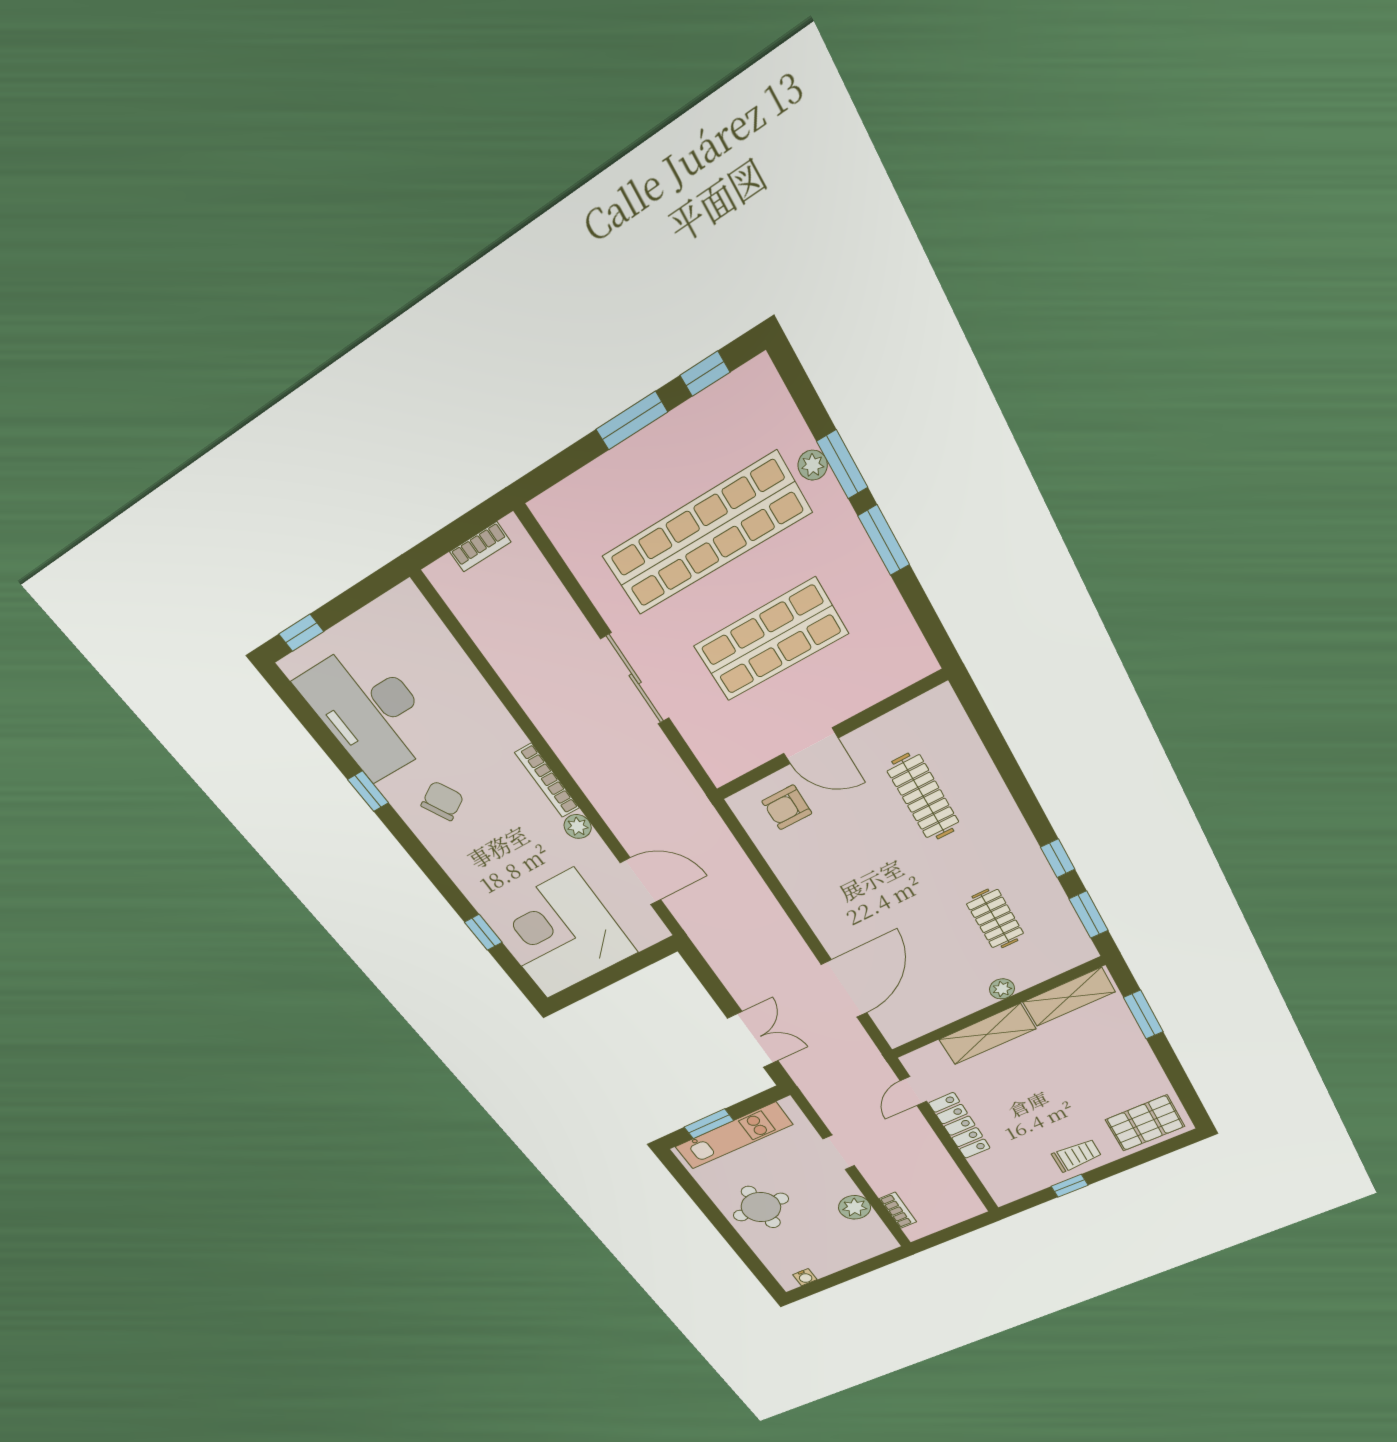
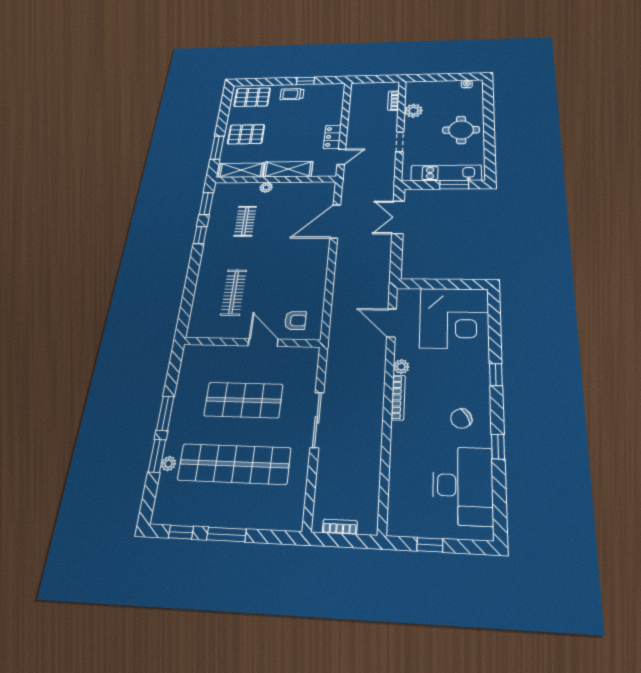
window: (301, 633) -> (430, 545), moved
window: (483, 932) -> (496, 375), moved
pallet: (1107, 1058) -> (246, 134), added
locker: (960, 1126) -> (332, 137), width x0.66

